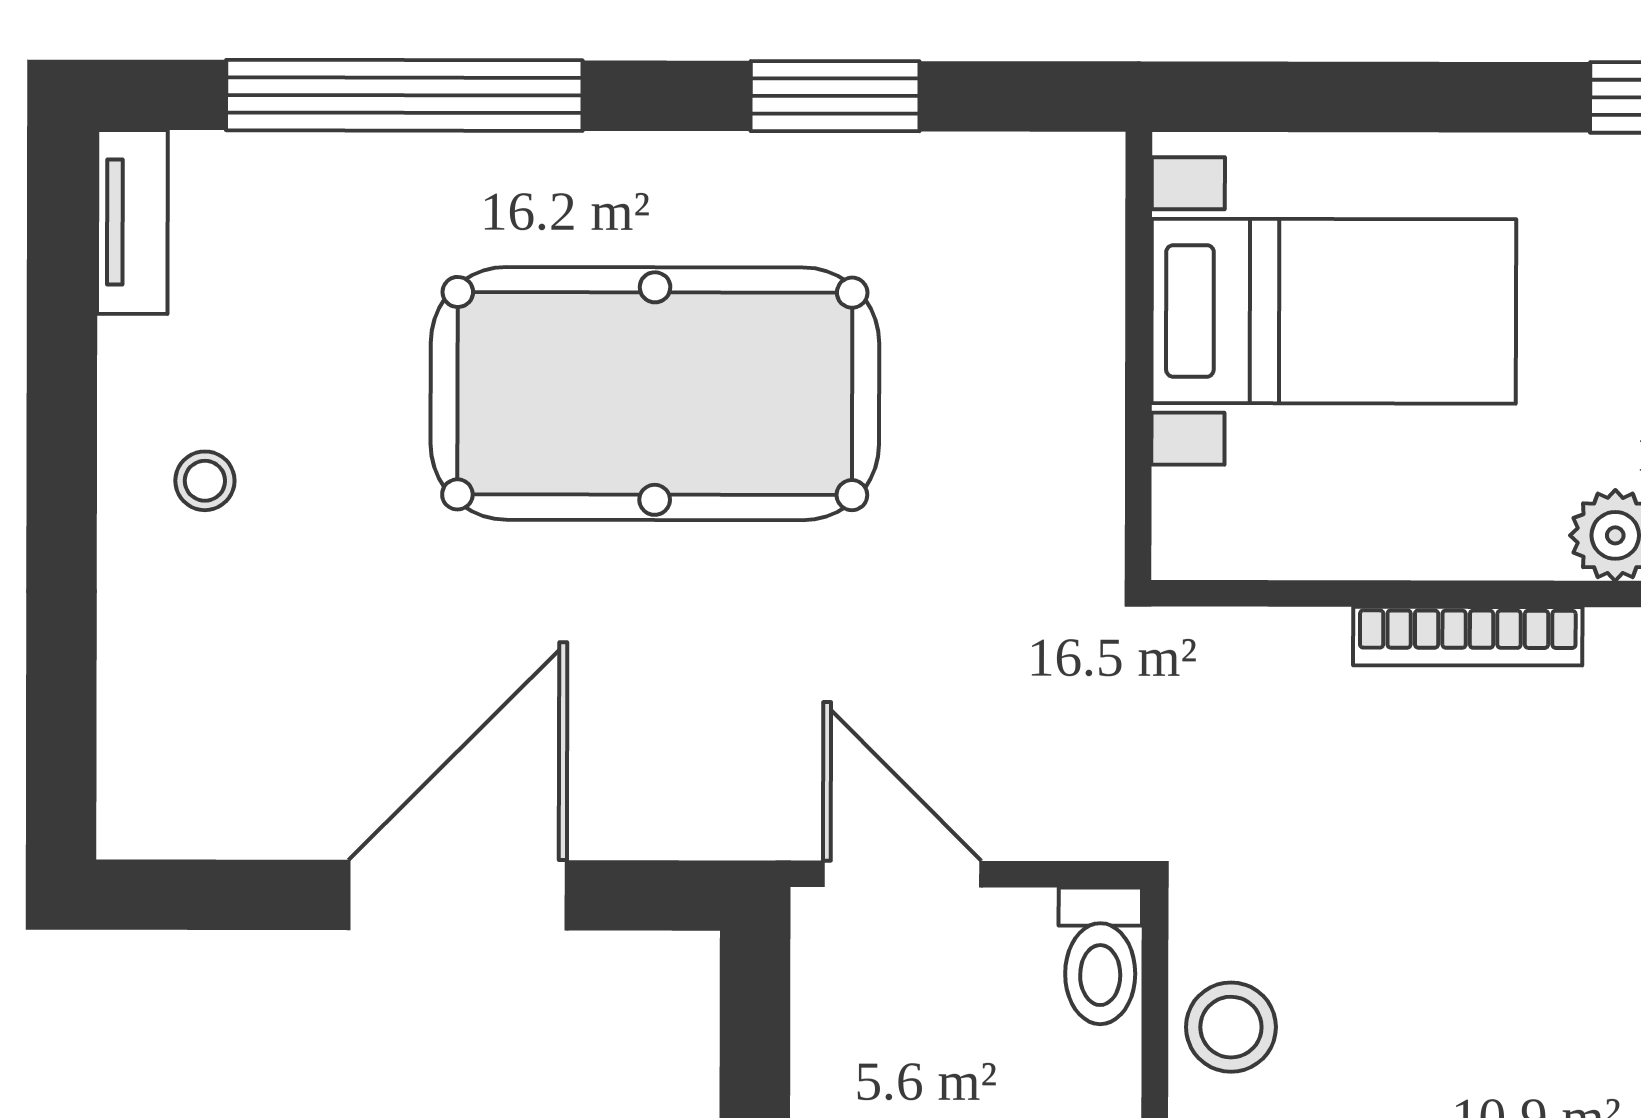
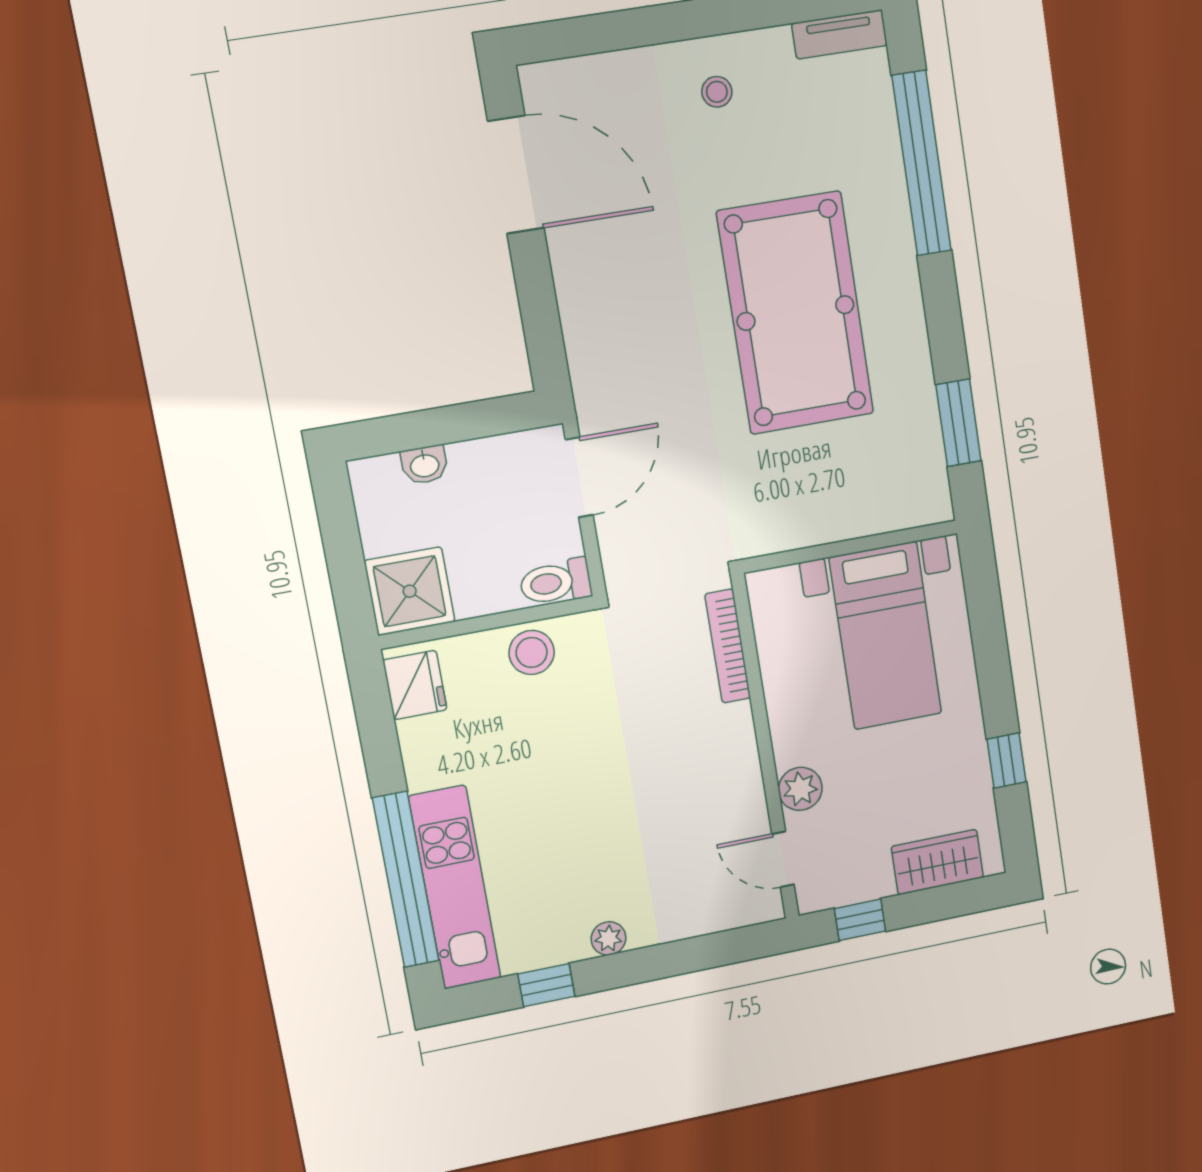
window: (835, 96) -> (958, 423), moved
bookcase: (1468, 636) -> (728, 646), moved
door: (458, 895) -> (516, 175), moved

